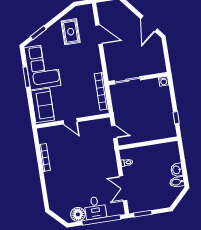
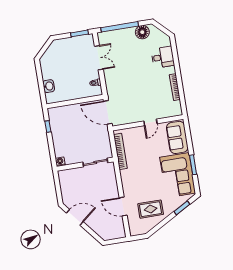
door: (149, 24) -> (75, 217), hinge flipped
rug: (71, 32) -> (151, 209), turned 90
door: (70, 121) -> (150, 122), swing flipped
door: (114, 132) -> (108, 112), width x1.88
washbasin: (177, 170) -> (49, 86), moved
bidet: (177, 182) -> (47, 64), removed
desk: (95, 208) -> (163, 57), moved, turned 90

